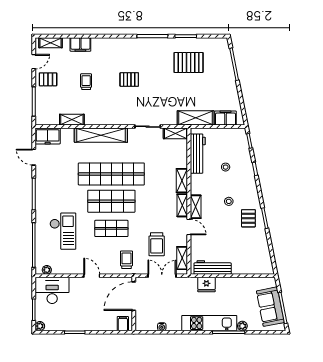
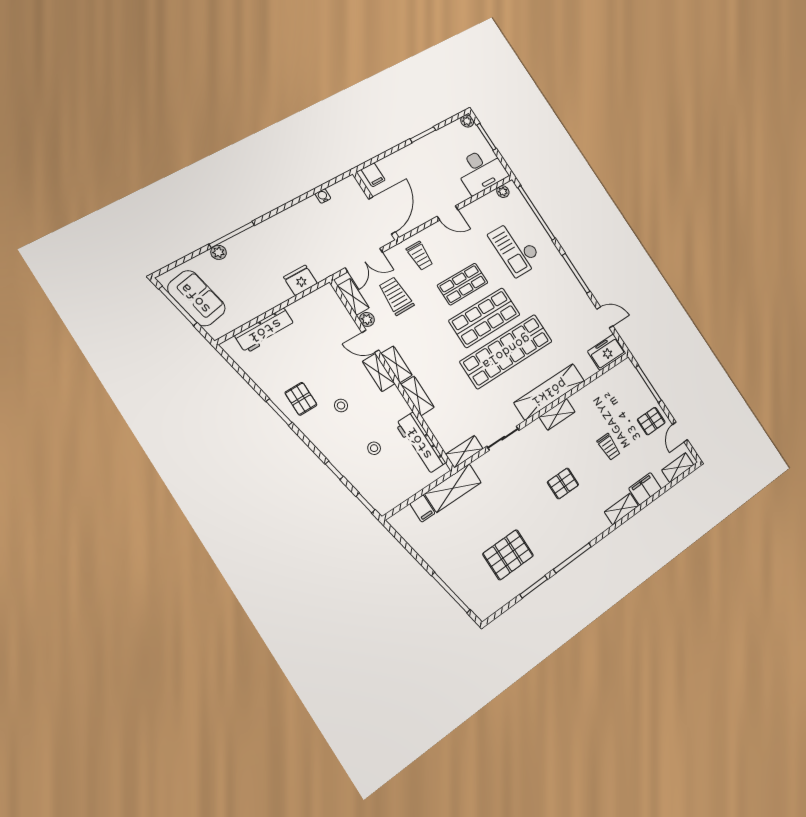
shelving: (104, 43) -> (621, 509), added
filing cabinet: (225, 118) -> (422, 508), width x0.50
shelving: (72, 120) -> (557, 414), moved
plant: (183, 241) -> (367, 319), added
workbench: (213, 267) -> (265, 330), moved
kitchen unit: (209, 323) -> (265, 233), removed

